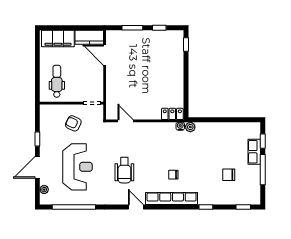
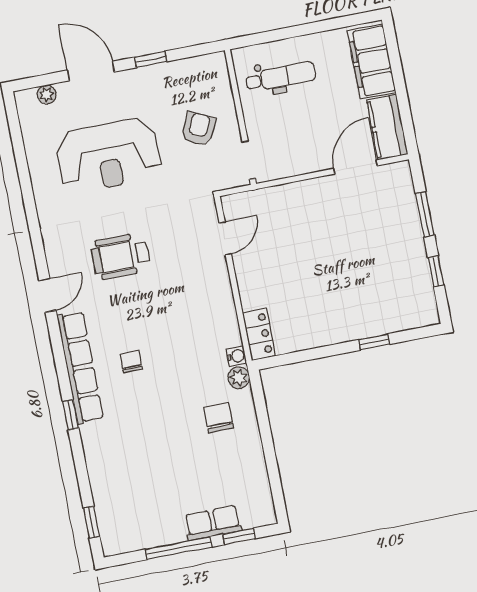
window: (186, 44) -> (374, 342), moved
chair: (229, 175) -> (219, 418), moved
window: (74, 207) -> (22, 164), removed
window: (206, 207) -> (71, 415), moved

